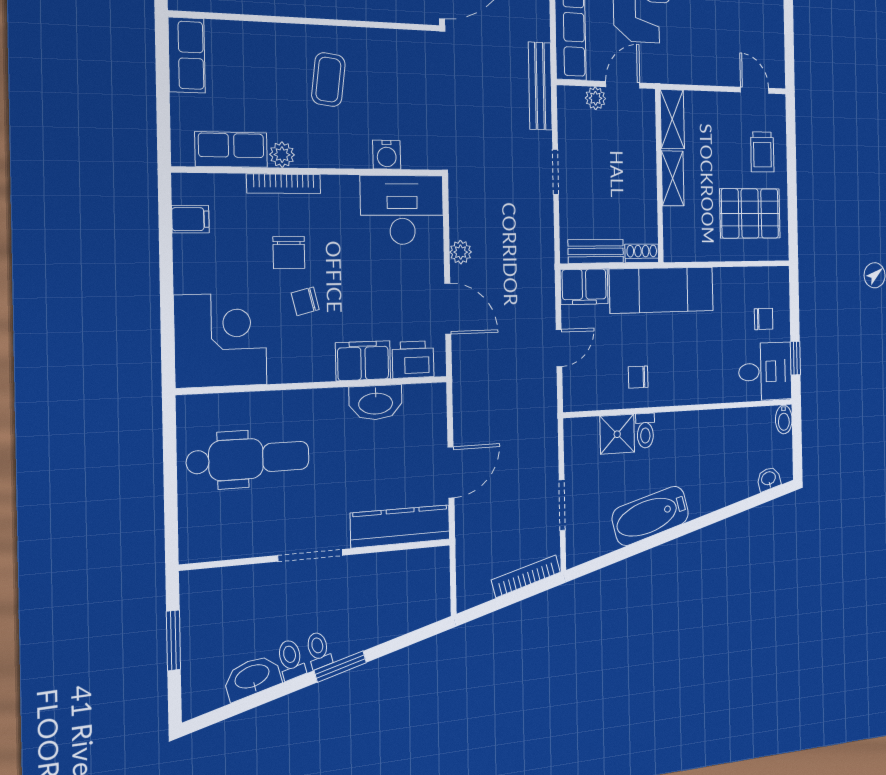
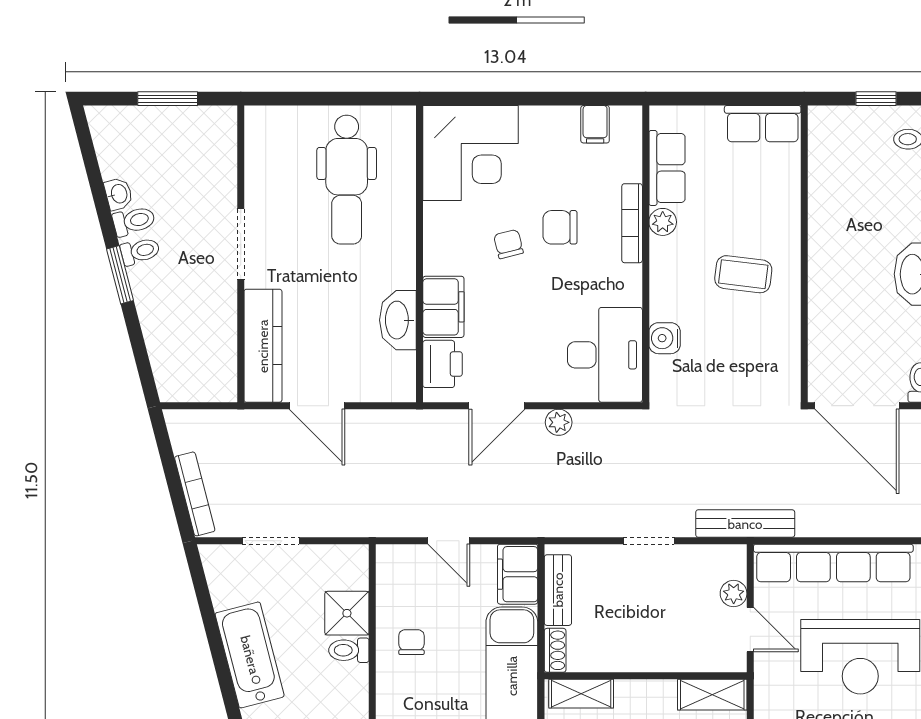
shelving: (673, 178) -> (581, 694), moved
washbasin: (252, 677) -> (118, 194), width x0.52, depth x0.69

